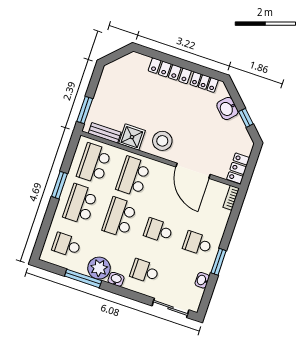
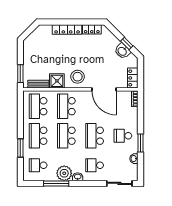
washbasin: (227, 108) -> (122, 51), moved
window: (60, 185) -> (20, 148), moved
school desk: (158, 230) -> (95, 136), width x1.85

